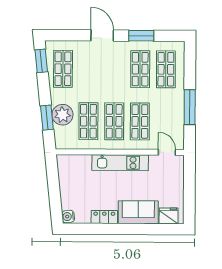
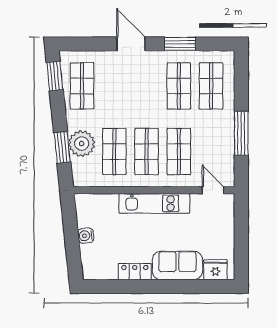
water cooler: (68, 216) -> (86, 236), moved

